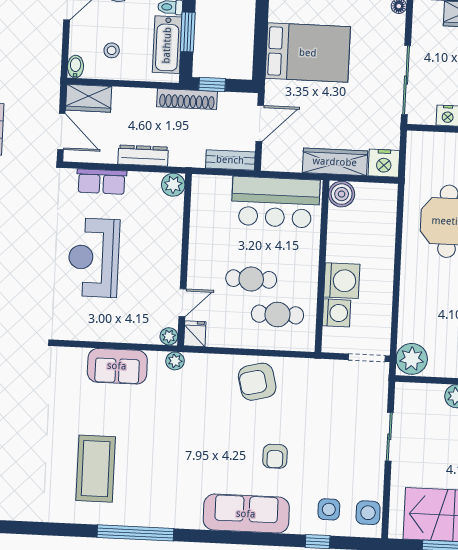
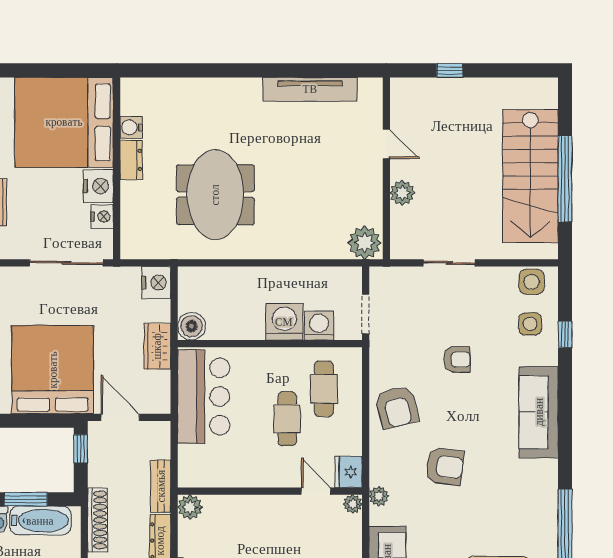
bed: (308, 53) -> (53, 370), width x1.36
window: (212, 85) -> (81, 449), moved
shoe rack: (187, 99) -> (98, 520), moved
bench: (230, 160) -> (161, 486), moved
wardrobe: (335, 162) -> (157, 346), width x0.67
fridge: (195, 334) -> (349, 472), width x1.38
doorway: (367, 358) -> (366, 314), moved
armchair: (200, 424) -> (445, 466), added
armchair: (275, 456) -> (457, 359), moved

